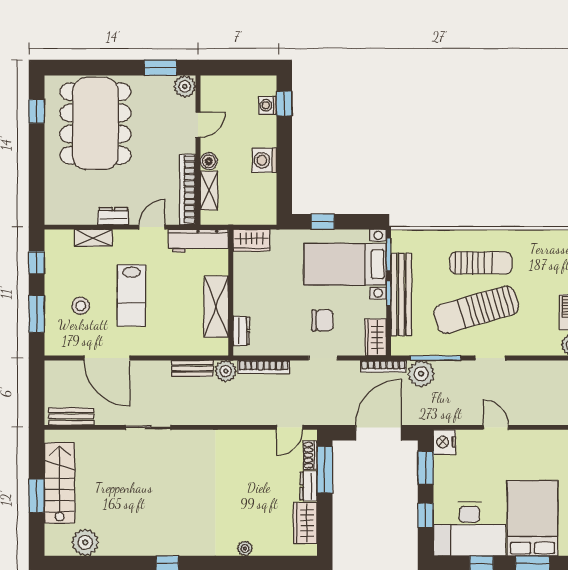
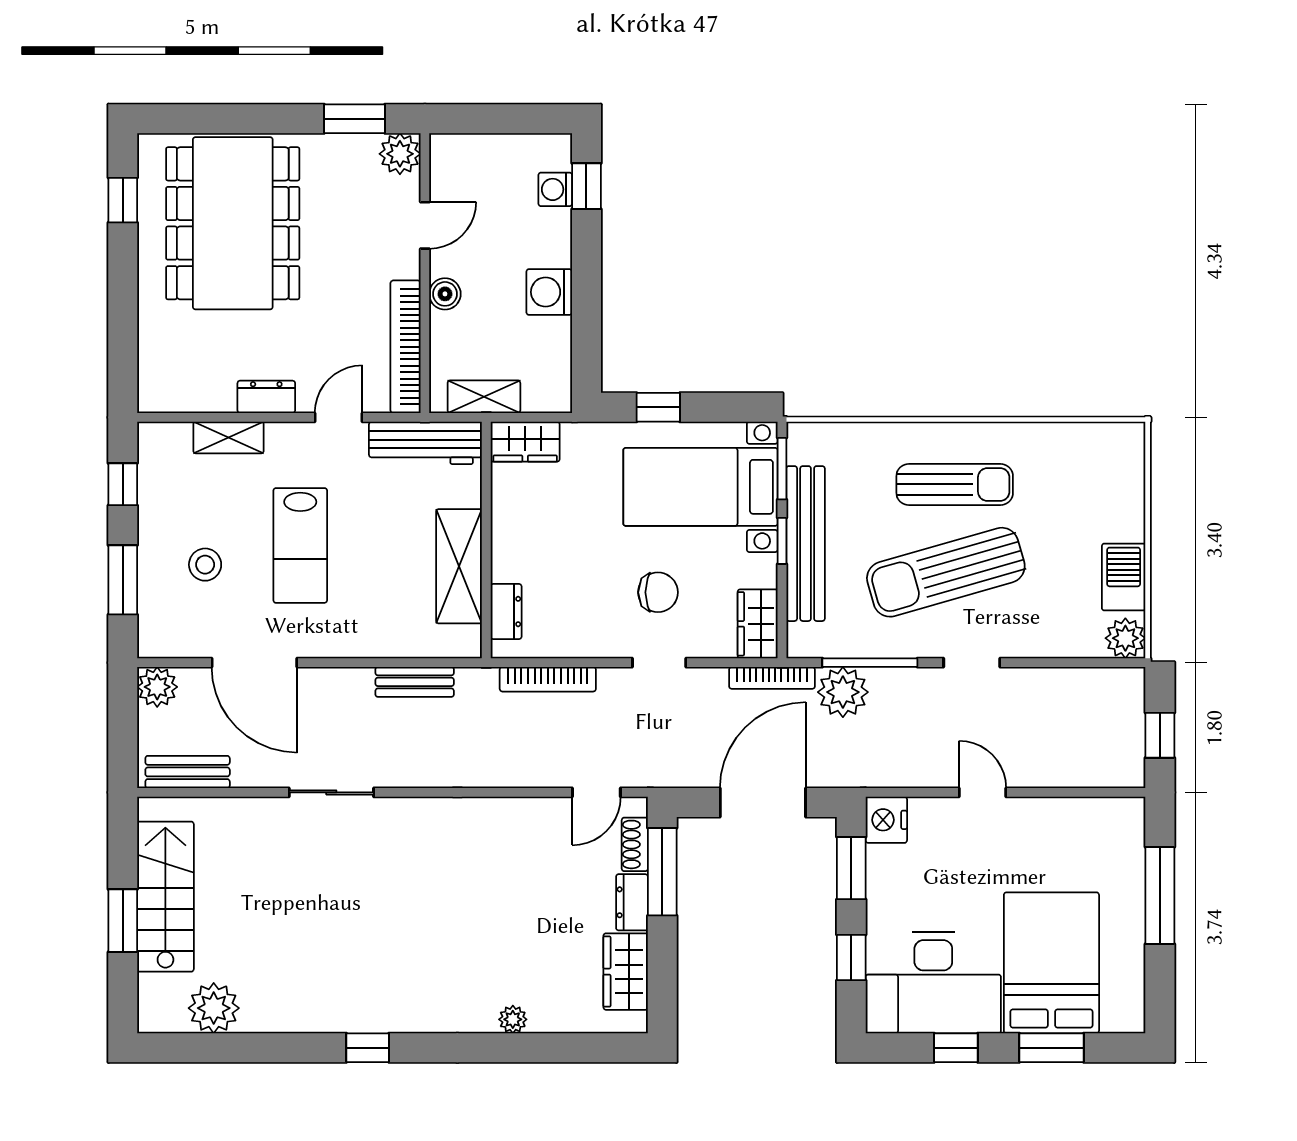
shelving: (209, 191) -> (484, 397), moved, turned 90
plant: (226, 371) -> (157, 687), moved

